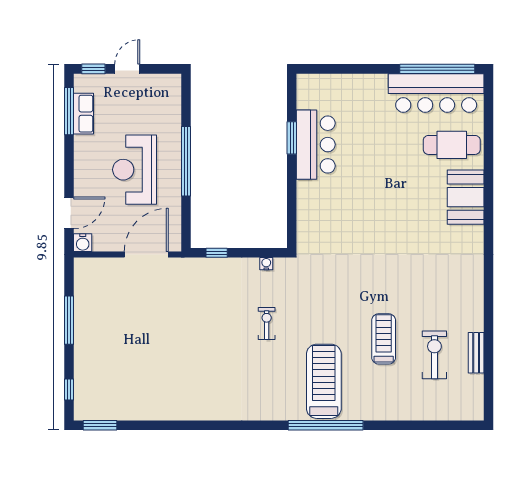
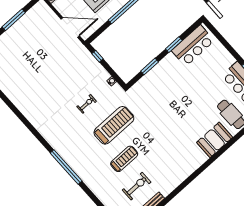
bar counter: (316, 145) -> (193, 46), moved
window: (292, 196) -> (150, 66), added
treadmill: (324, 381) -> (114, 125), moved

